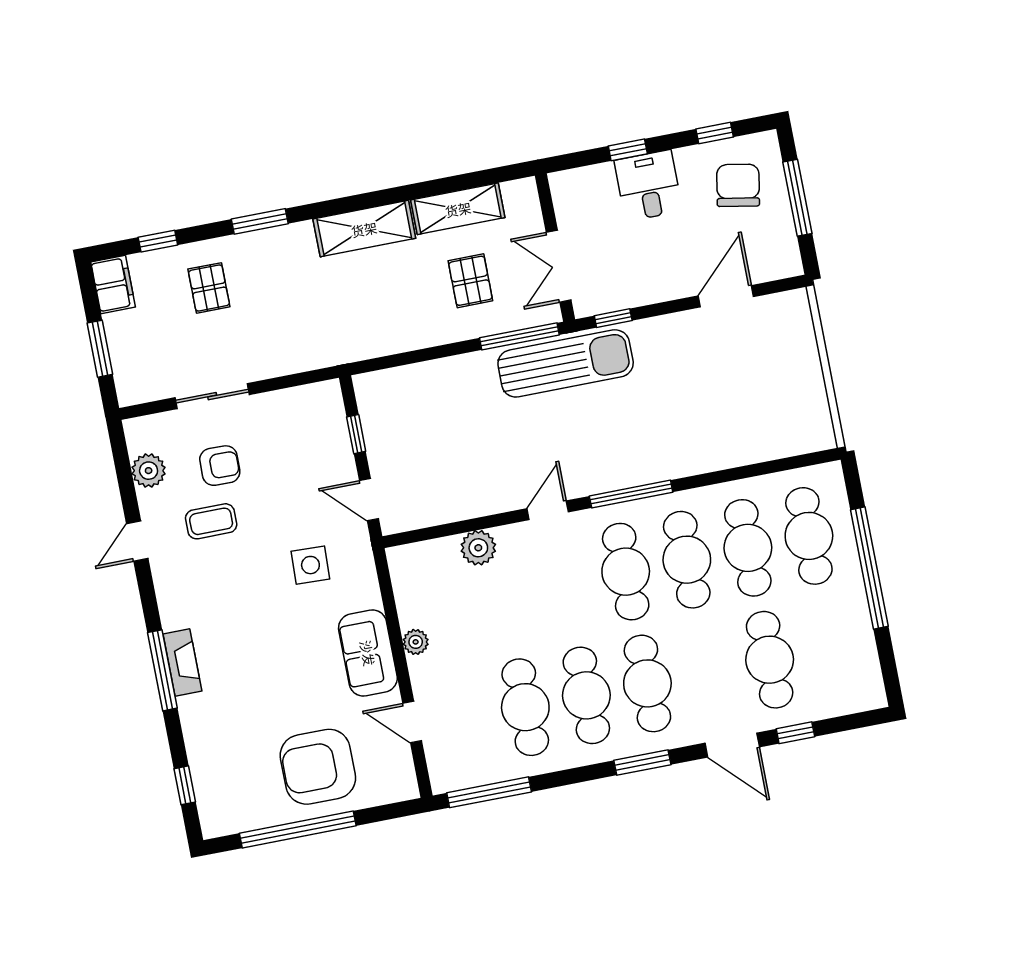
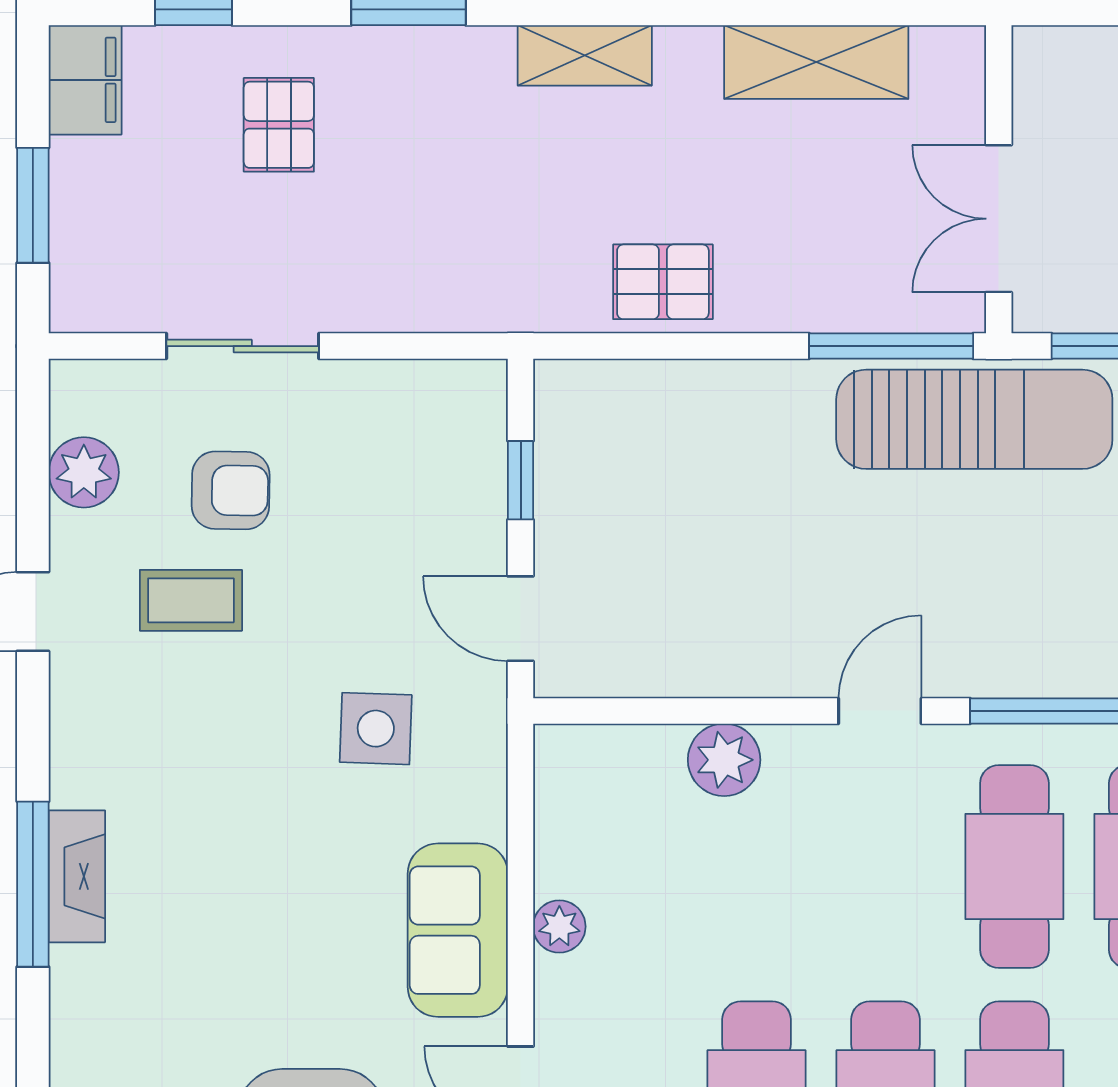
shelving: (364, 229) -> (585, 55), width x0.67, depth x0.75
pallet: (470, 281) -> (663, 282), moved, turned 90

